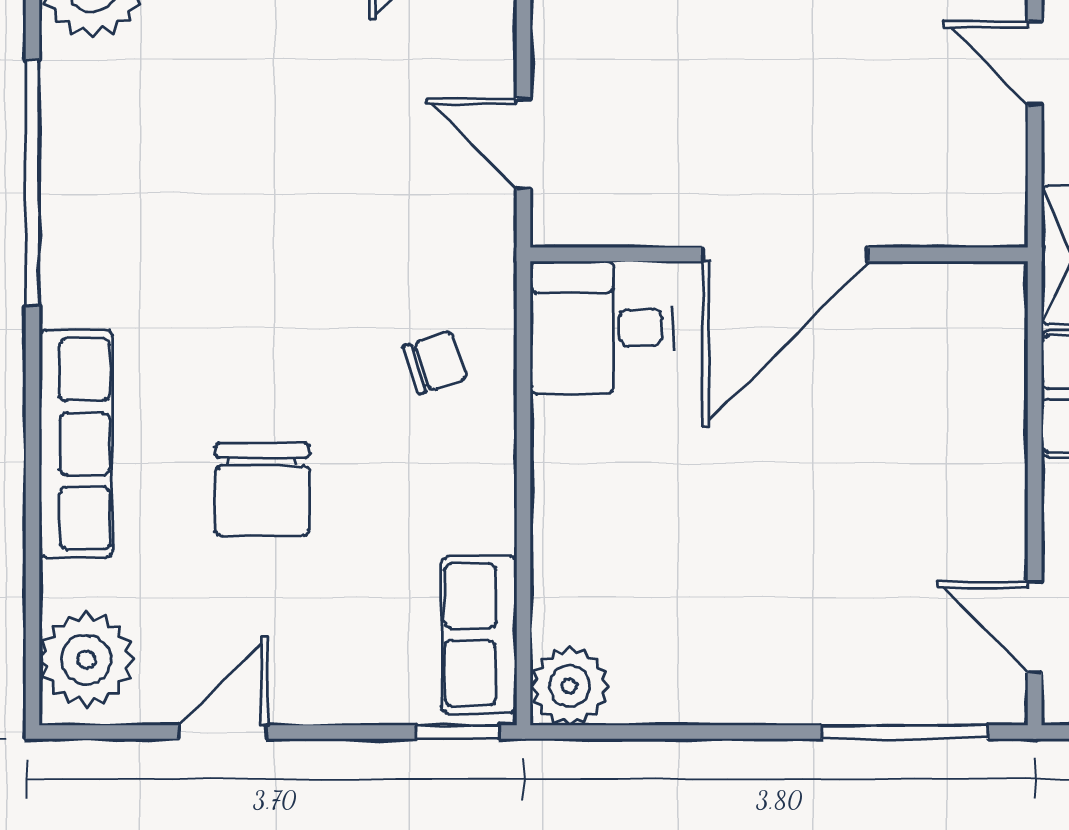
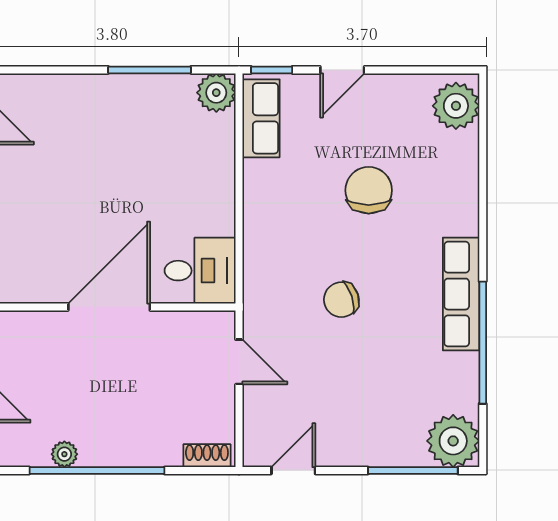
chair: (435, 363) -> (341, 300), moved, width x1.37, depth x1.37
row of seats: (76, 444) -> (461, 294), moved
door: (223, 732) -> (342, 70), moved
window: (904, 732) -> (150, 70), moved

